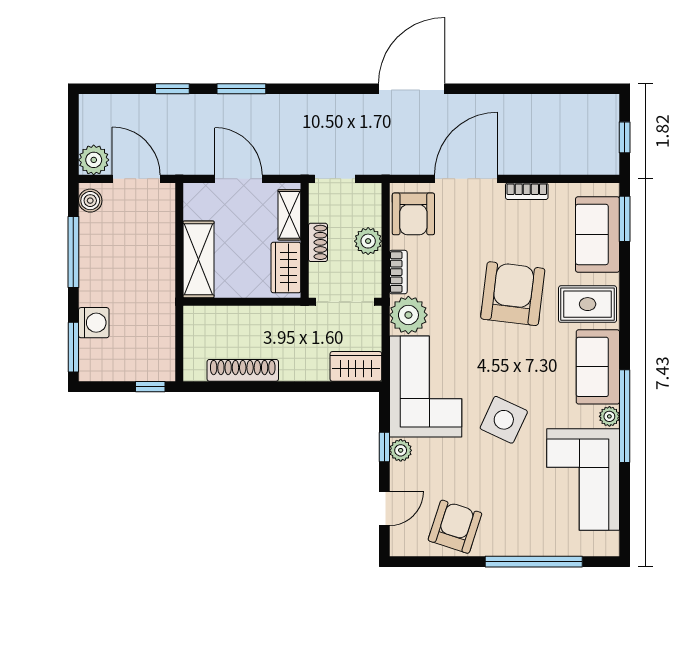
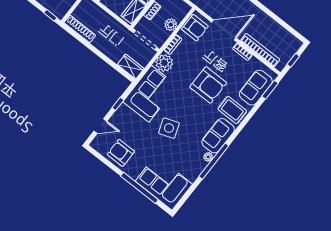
bookcase: (555, 164) -> (260, 50), added
armchair: (413, 214) -> (195, 28), turned -90
armchair: (513, 294) -> (208, 85), turned 83
shoe rack: (243, 370) -> (80, 29), moved
side table: (504, 420) -> (169, 128), turned 45
plant: (401, 450) -> (123, 110), removed
corner sofa: (583, 479) -> (164, 183), moved, turned 90
armchair: (455, 527) -> (121, 153), turned -108

